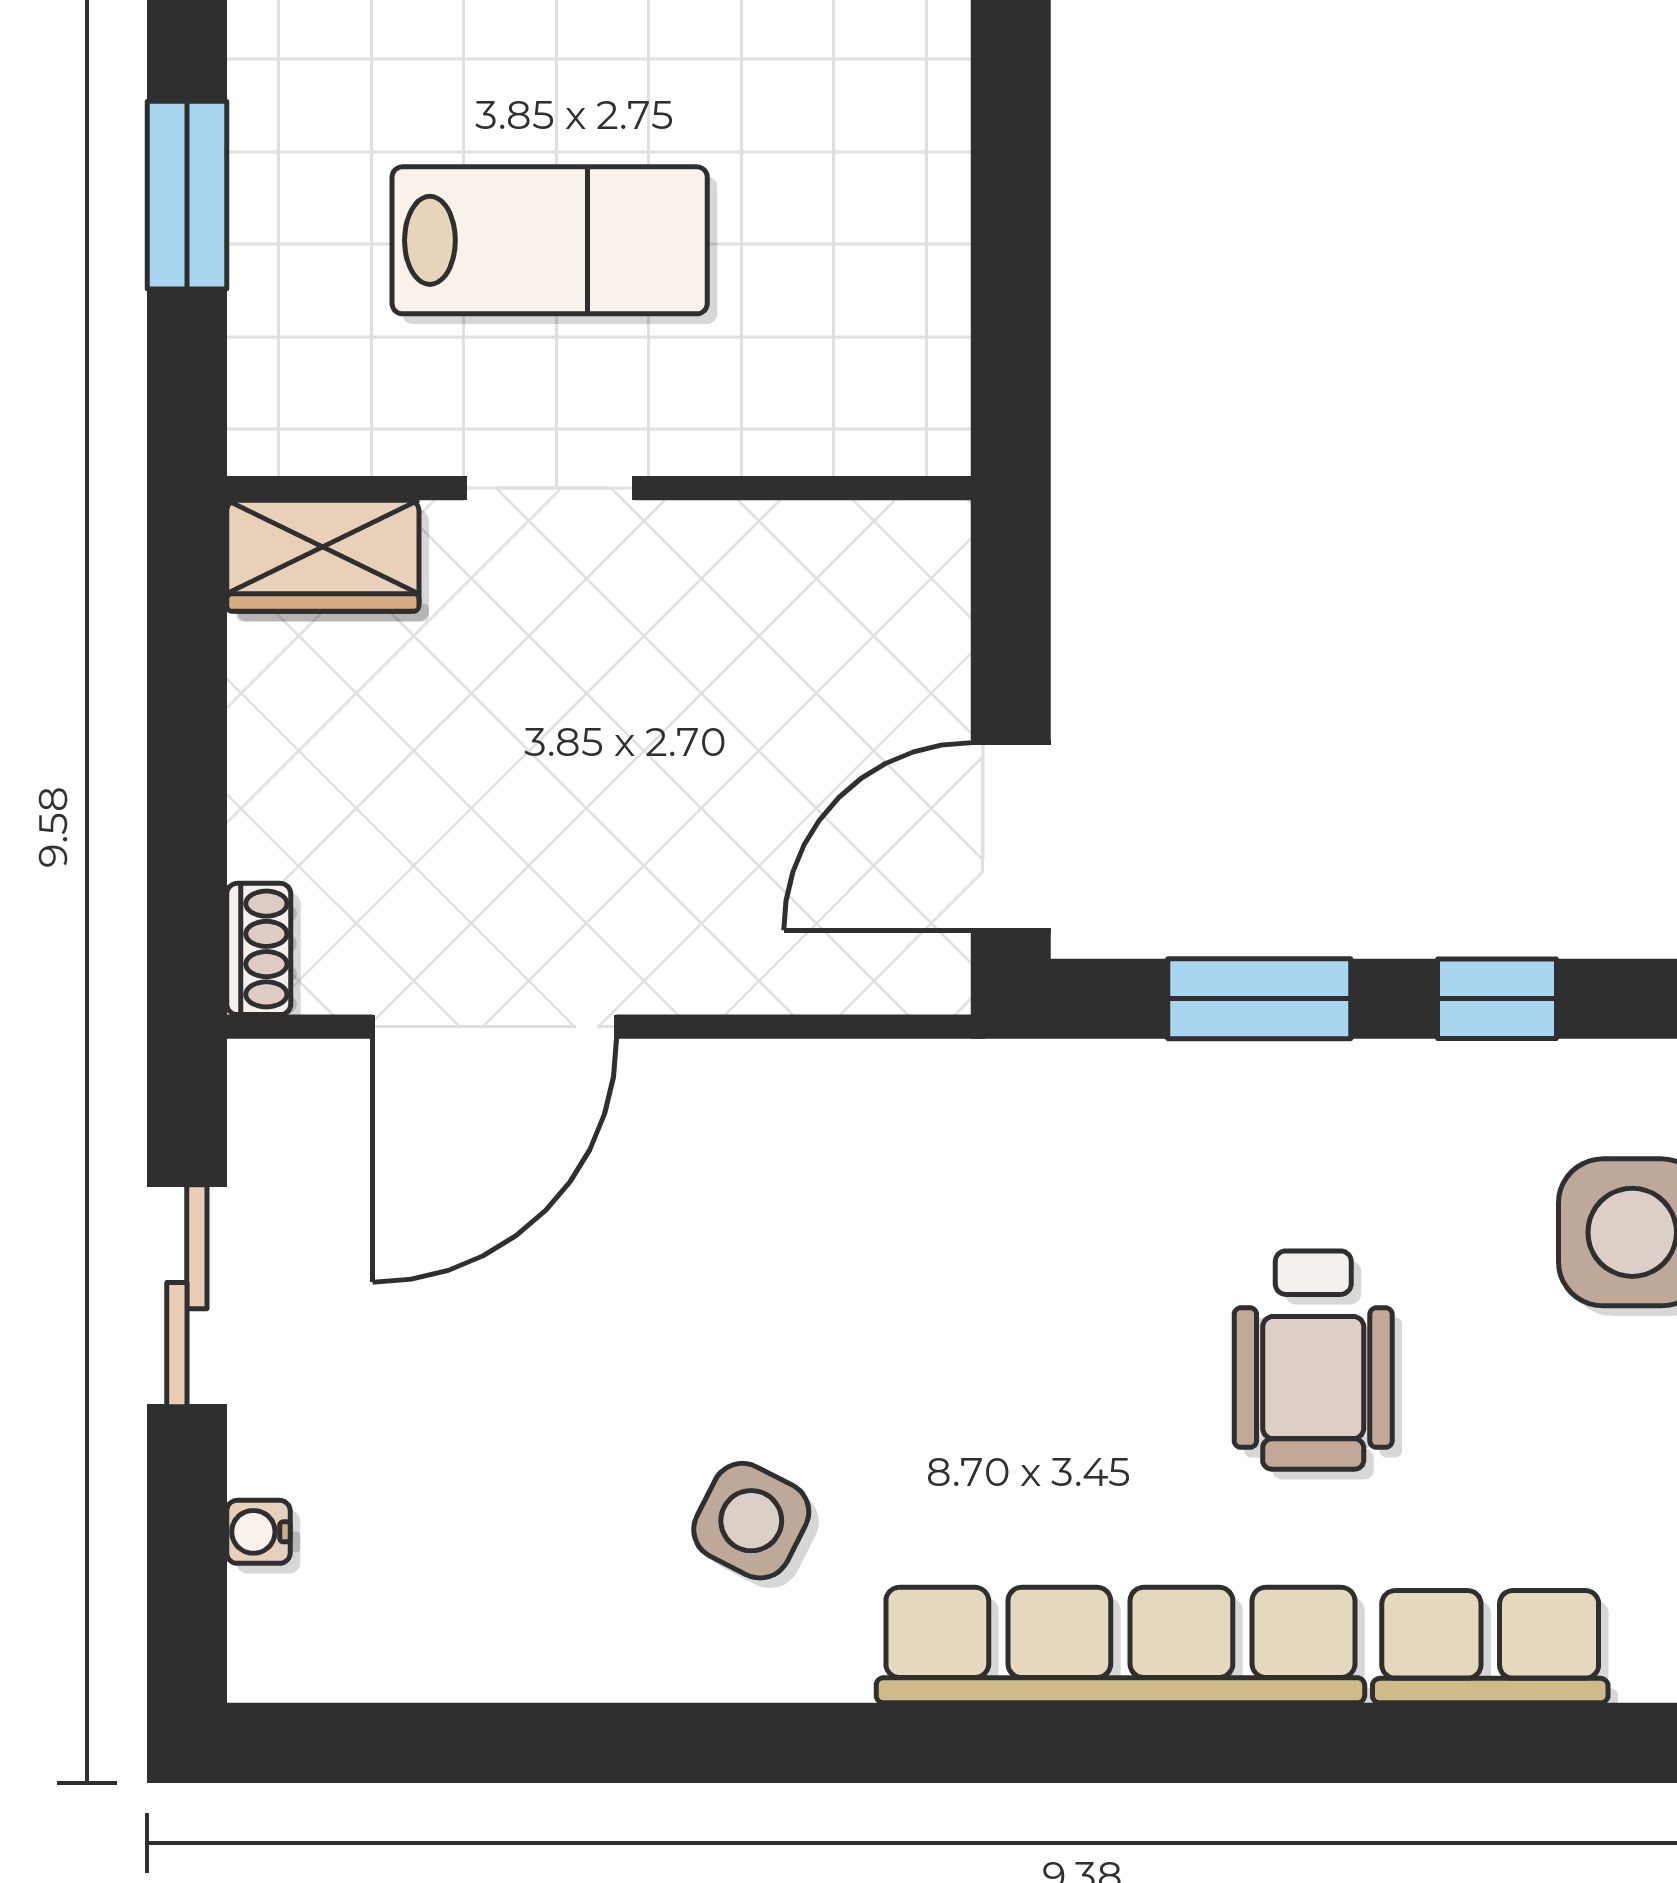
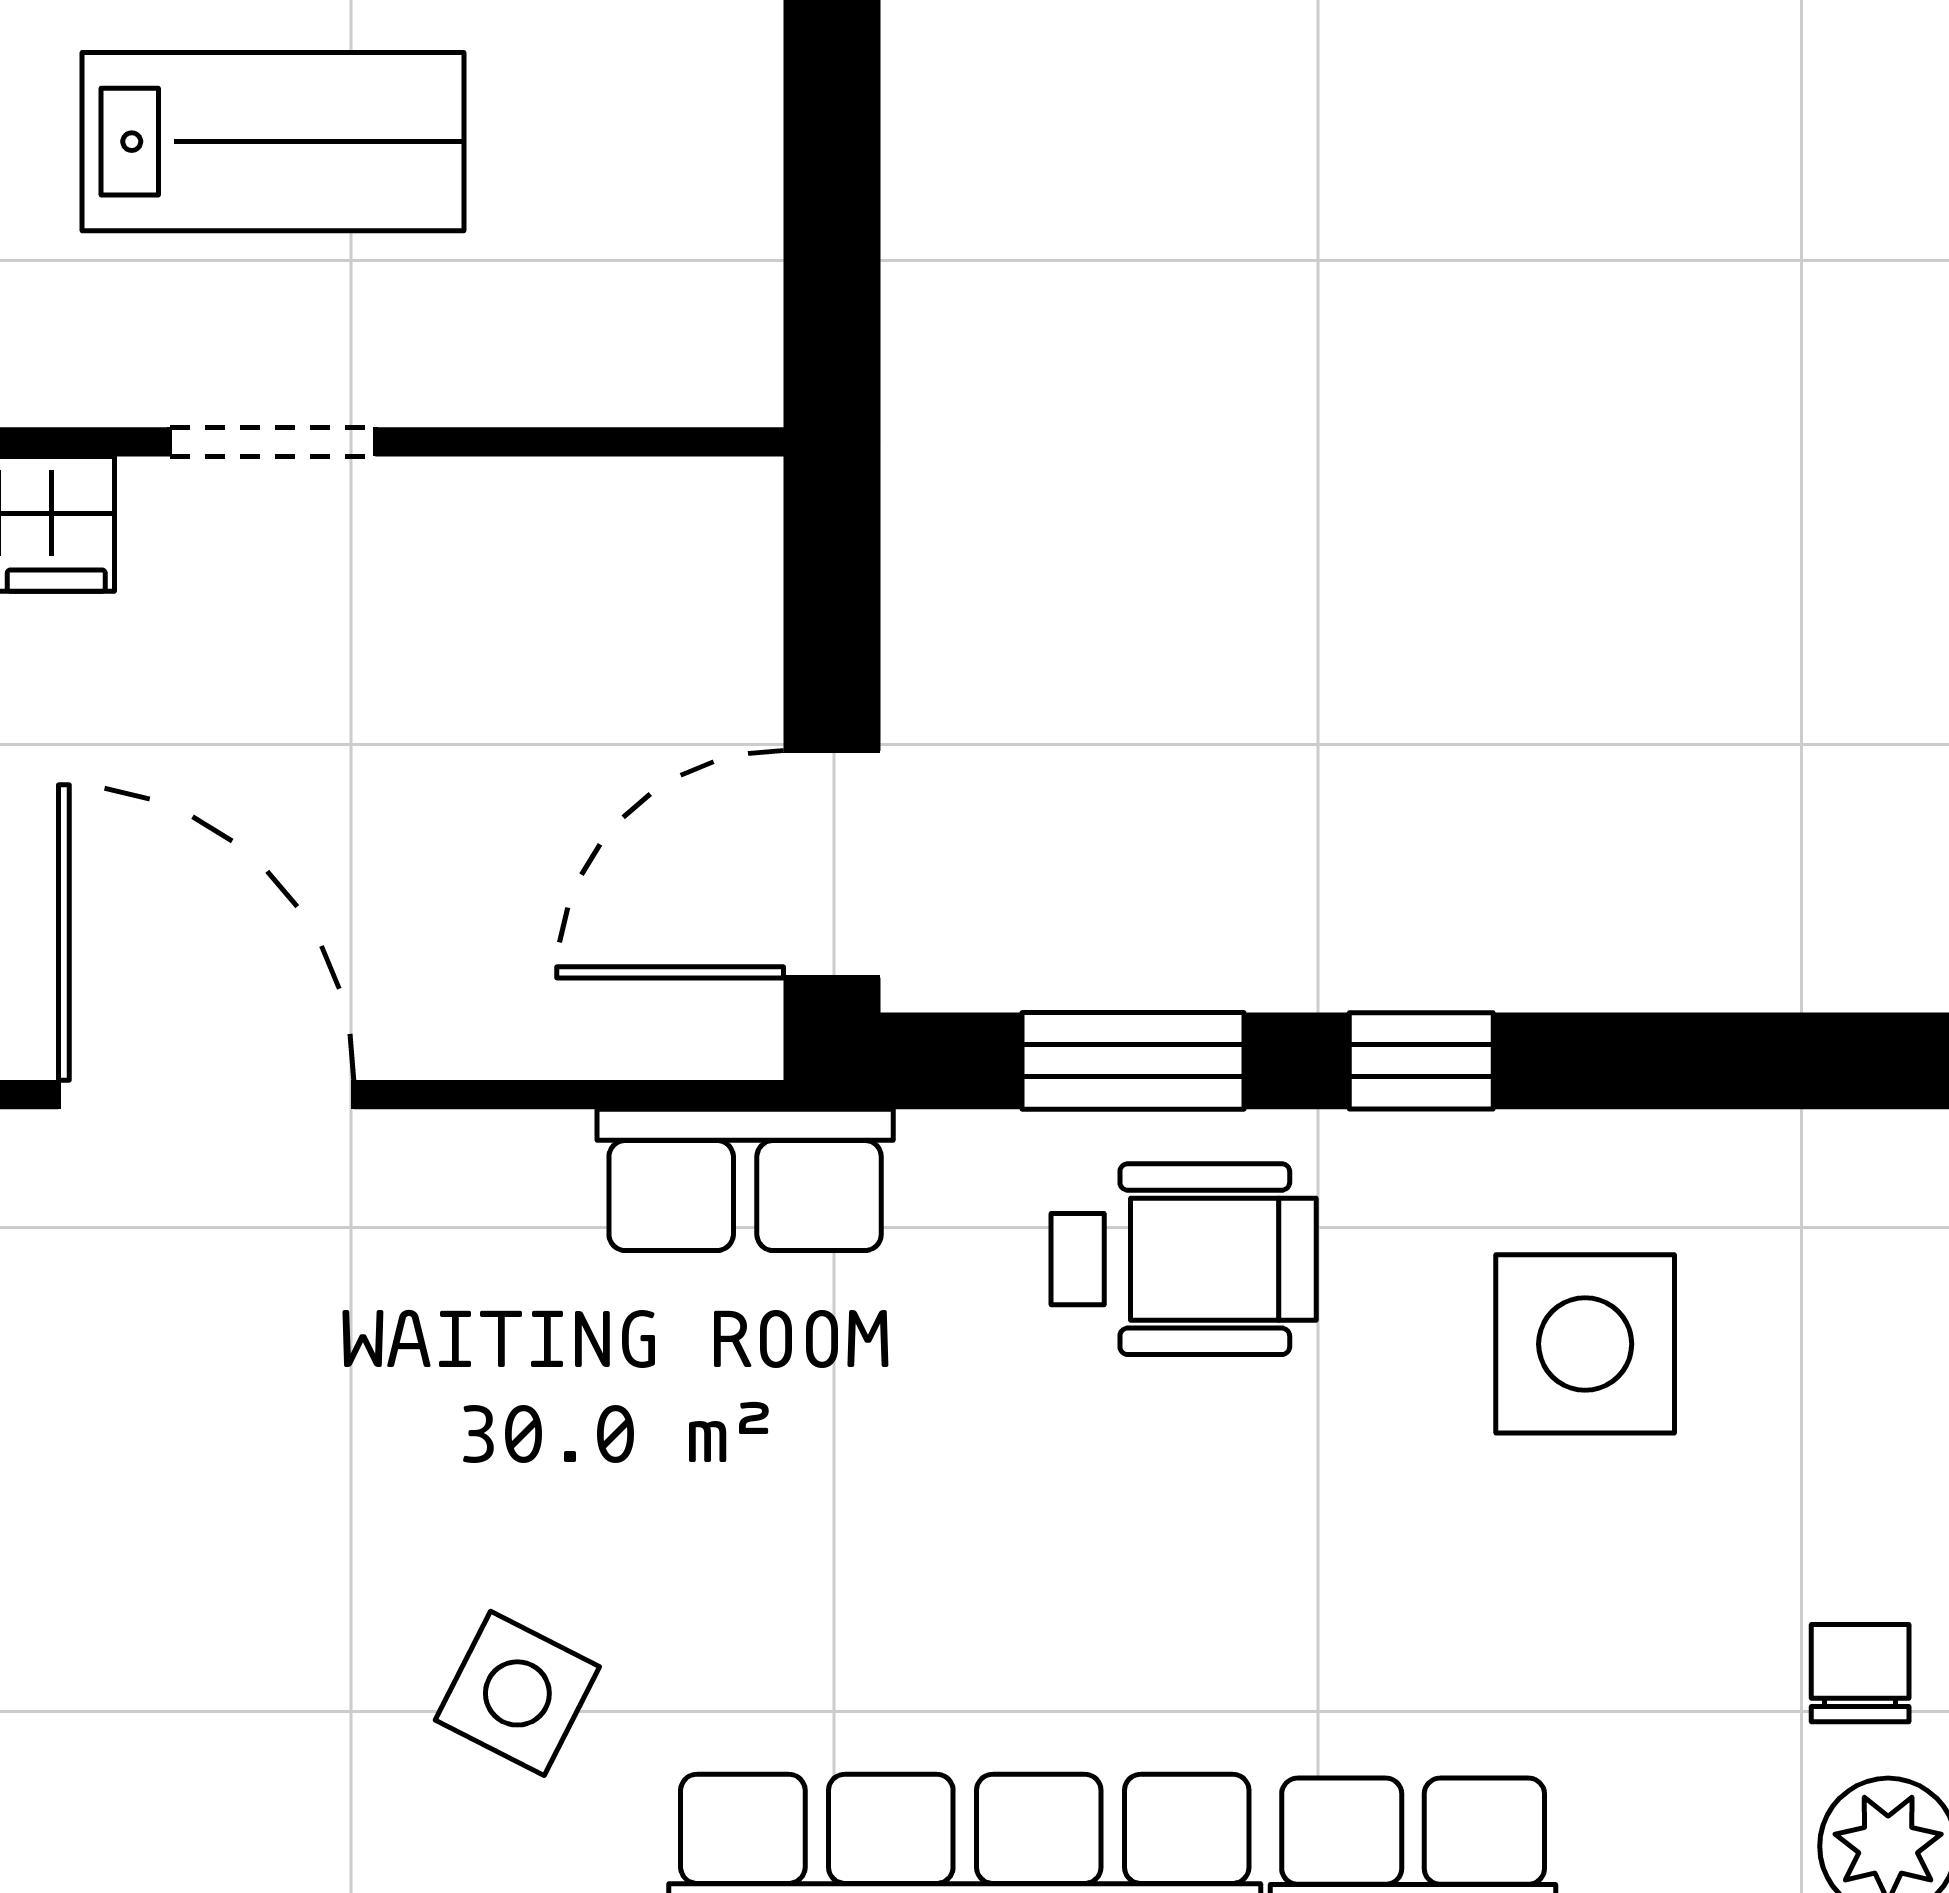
door: (494, 1027) -> (206, 1095), swing flipped
row of seats: (939, 1097) -> (745, 1180), added
wheelchair: (1313, 1360) -> (1184, 1259), moved, turned -90

